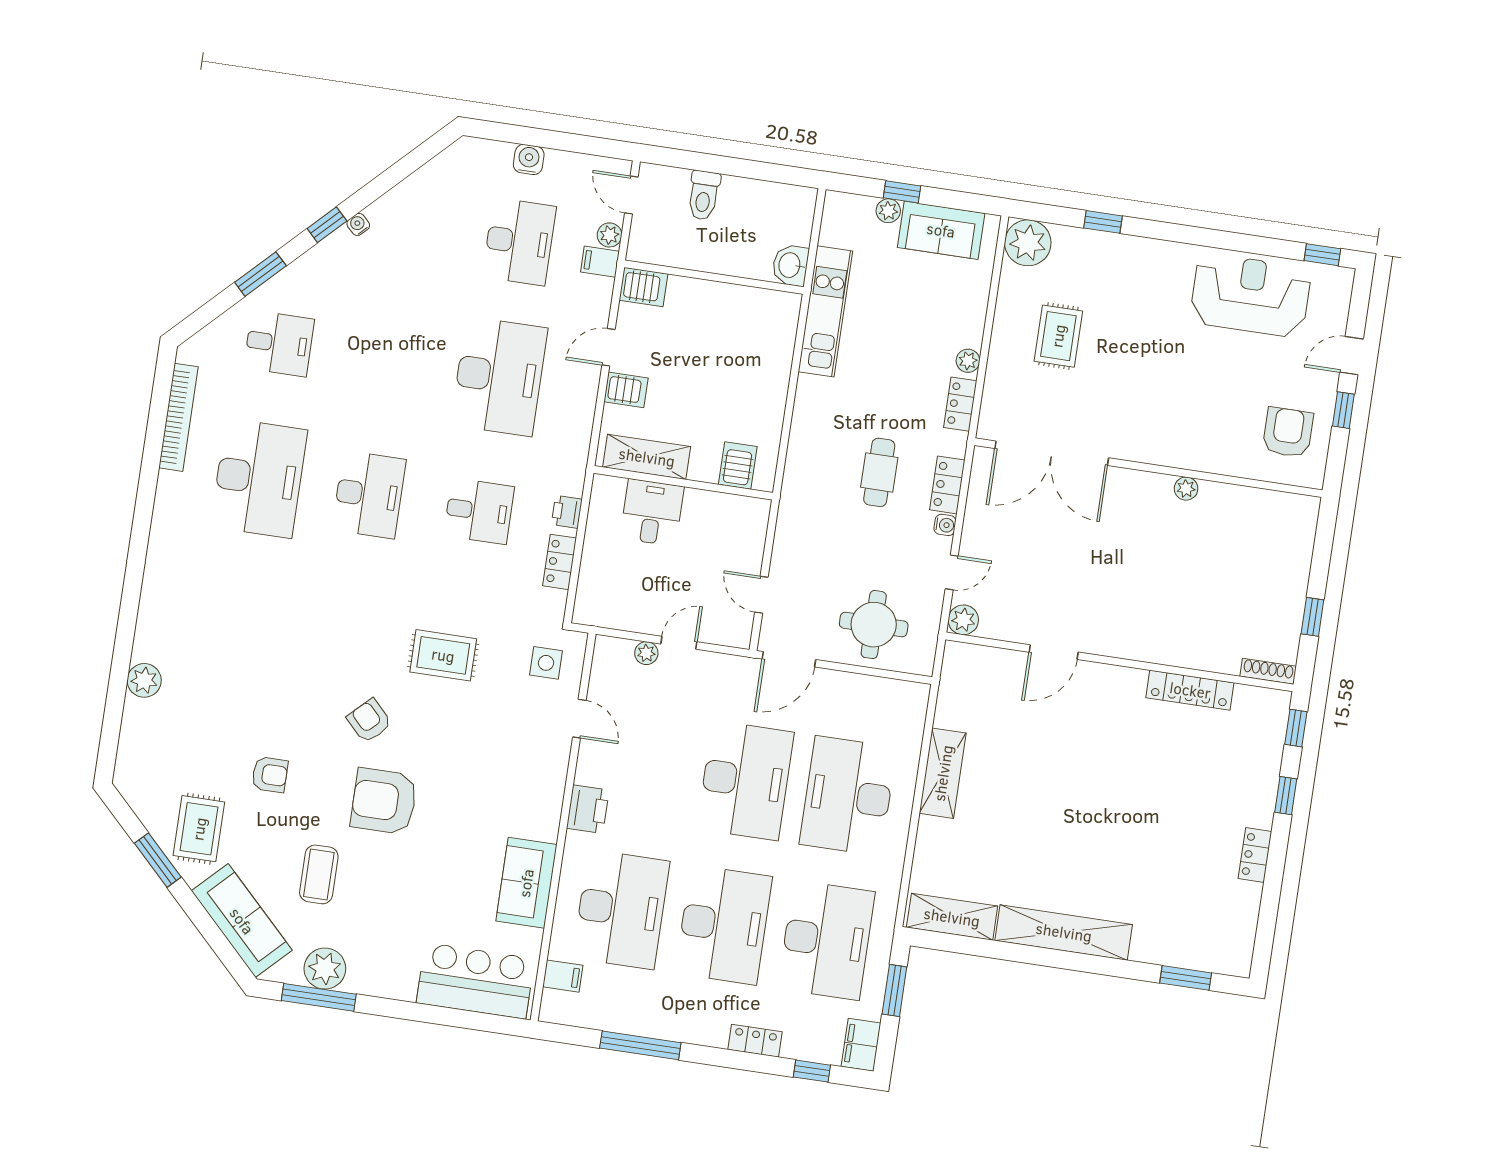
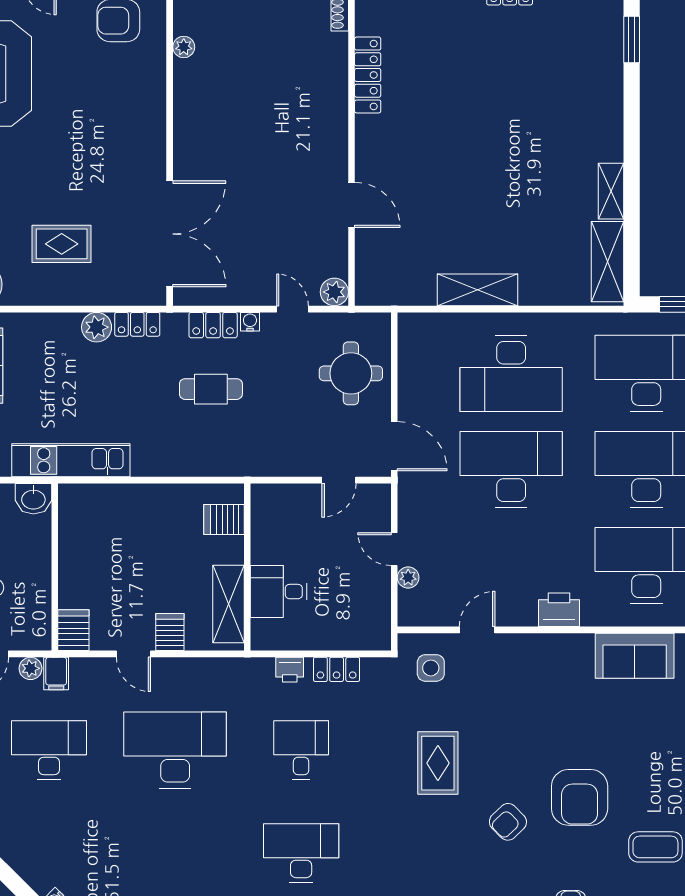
plant: (968, 361) -> (97, 327), width x1.38, depth x1.38
plant: (1186, 489) -> (184, 47), moved
shelving: (1064, 932) -> (611, 191), width x0.45, depth x0.75

